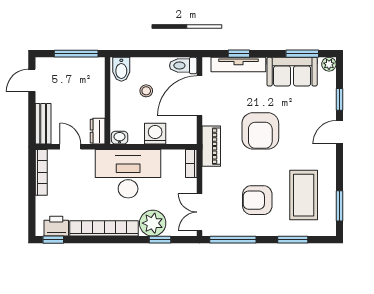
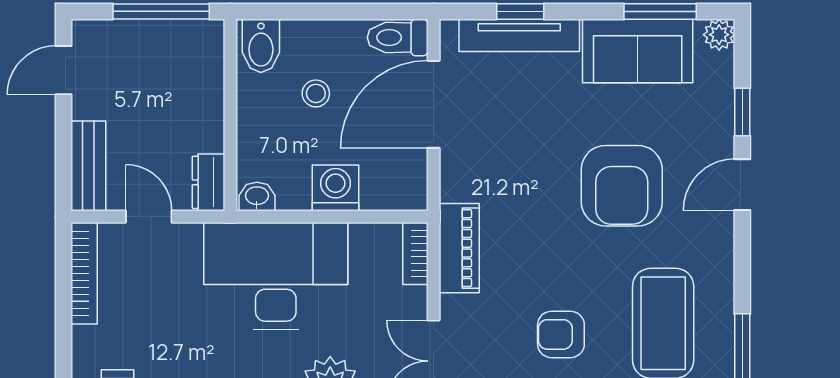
armchair: (260, 131) -> (622, 186), moved
piano: (211, 146) -> (459, 248), moved
armchair: (257, 200) -> (561, 334), width x0.72, depth x0.72

